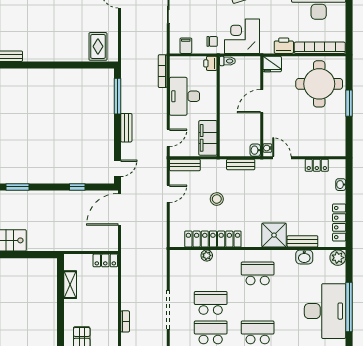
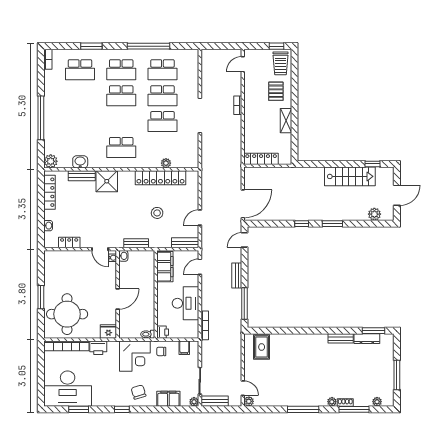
window: (77, 187) -> (302, 224), moved
locker: (105, 260) -> (261, 159), width x1.53
shelving: (70, 285) -> (286, 121), moved
desk: (325, 311) -> (62, 114), removed

